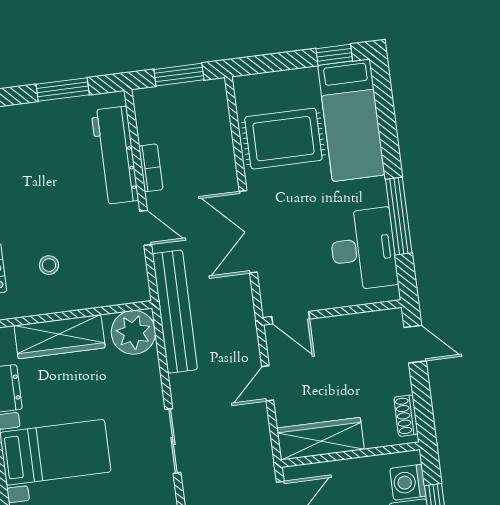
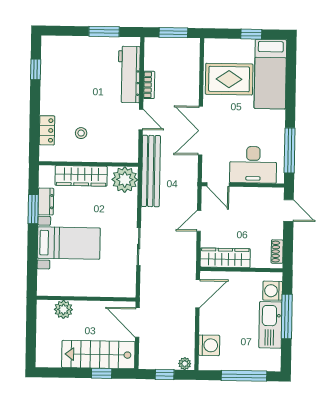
window: (334, 55) -> (251, 34), moved
window: (399, 216) -> (290, 150), moved
desk: (363, 249) -> (253, 165), moved, turned 90

